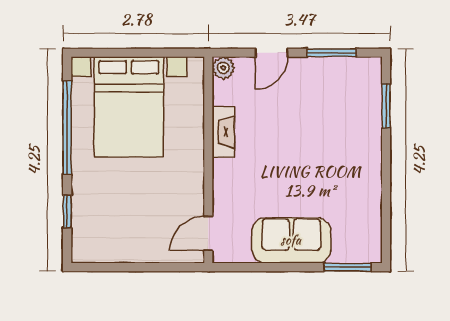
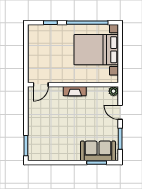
fireplace: (223, 132) -> (75, 91), moved
door: (208, 233) -> (41, 85), swing flipped
sofa: (291, 240) -> (98, 151), moved, turned -90

